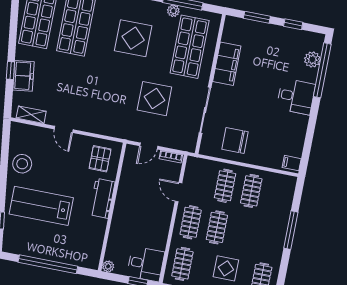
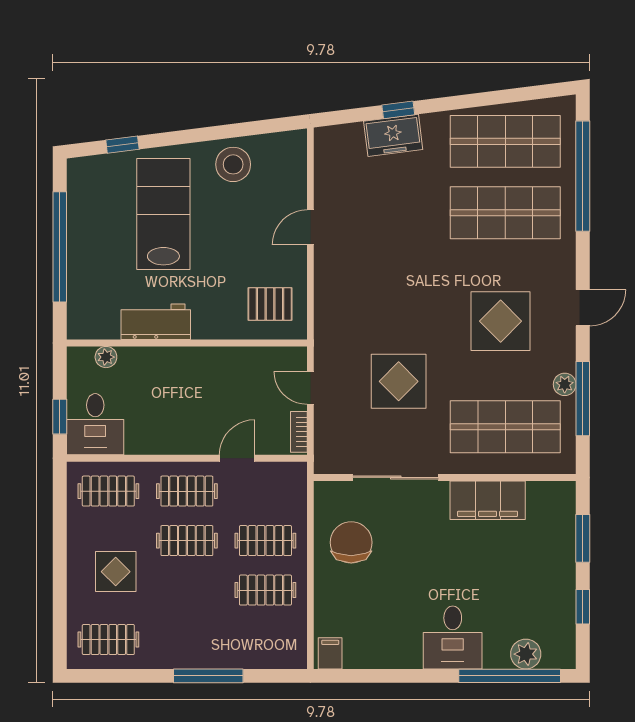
shelving: (31, 115) -> (325, 163), removed
workbench: (102, 198) -> (156, 322), moved
plant: (108, 266) -> (106, 357), moved

